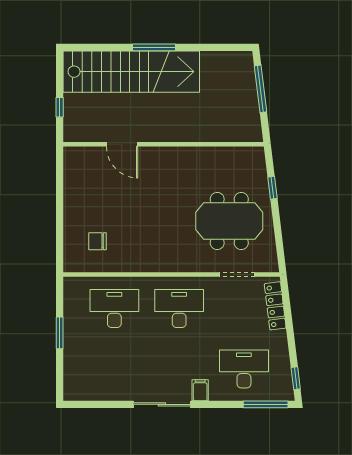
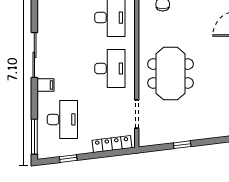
window: (273, 188) -> (182, 145), moved
meeting table: (229, 221) -> (170, 74), moved
window: (296, 378) -> (68, 159), moved

